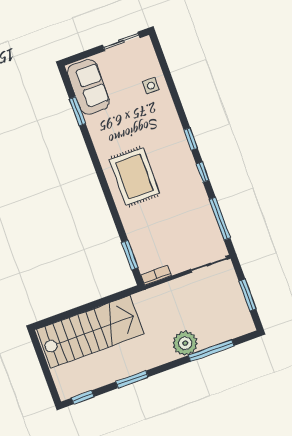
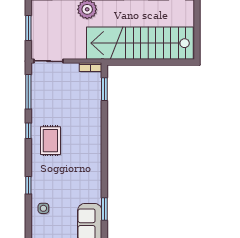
window: (191, 139) -> (28, 185), moved
rug: (134, 176) -> (50, 141), moved, width x0.73, depth x0.70
stairs: (90, 332) -> (140, 43), width x1.36

